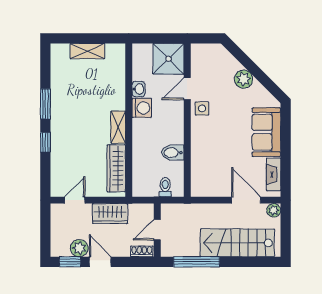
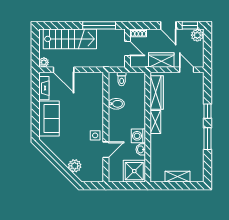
shower: (168, 59) -> (134, 171), moved
plant: (244, 79) -> (75, 166), moved
door: (75, 200) -> (187, 70), swing flipped
door: (157, 230) -> (127, 48), hinge flipped
plant: (79, 248) -> (197, 35), moved

